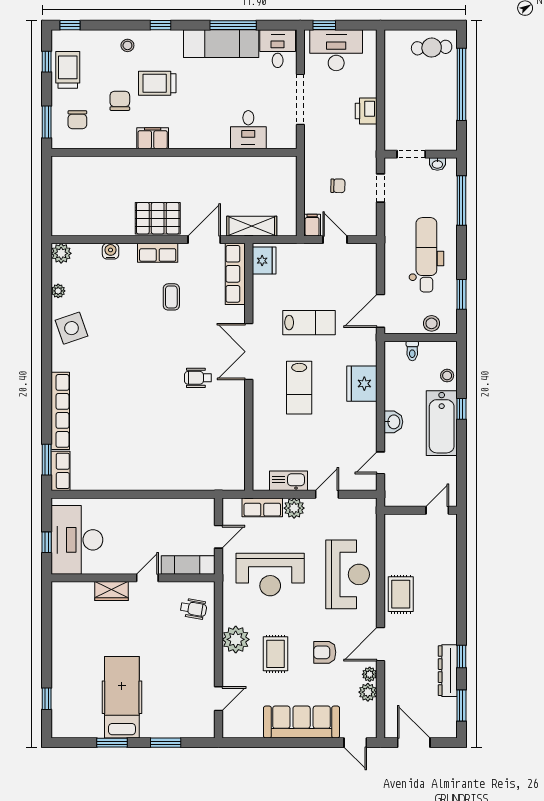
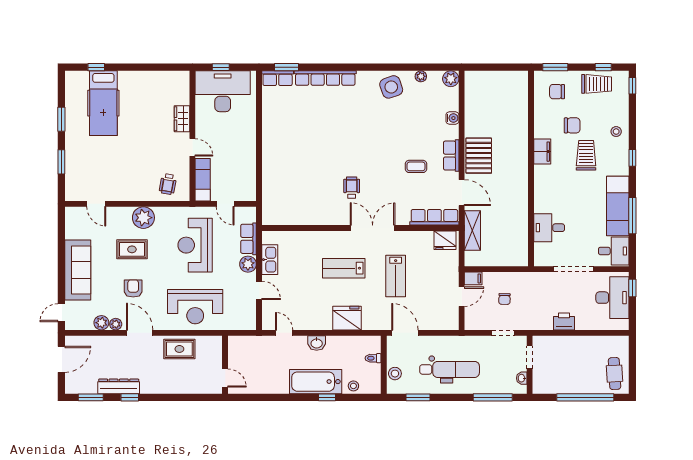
wall: (421, 510) -> (225, 365), moved
door: (437, 510) -> (225, 378), moved
hospital bed: (122, 697) -> (103, 103), moved, turned 90

